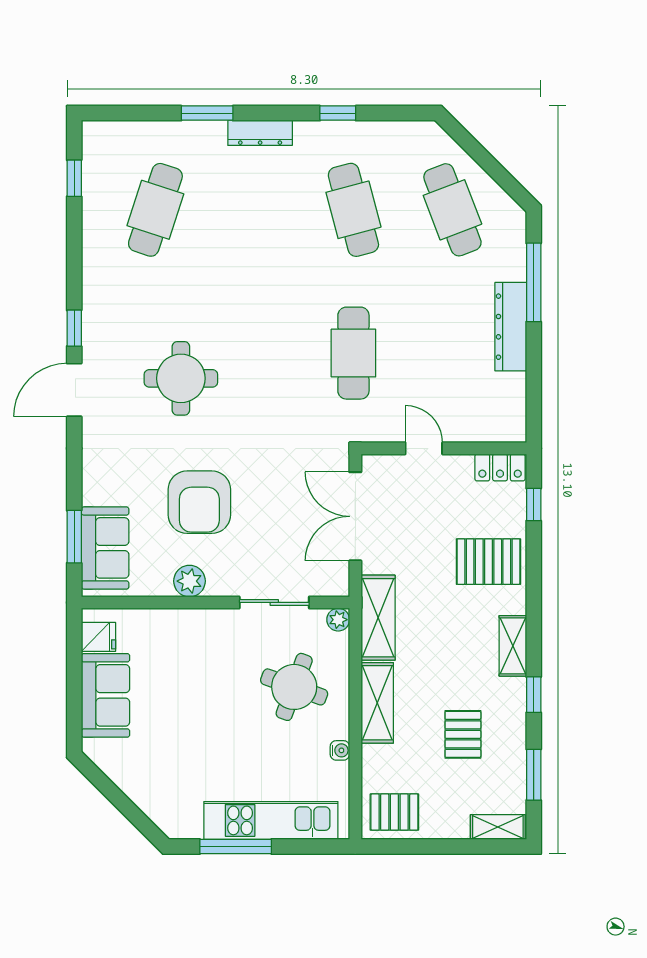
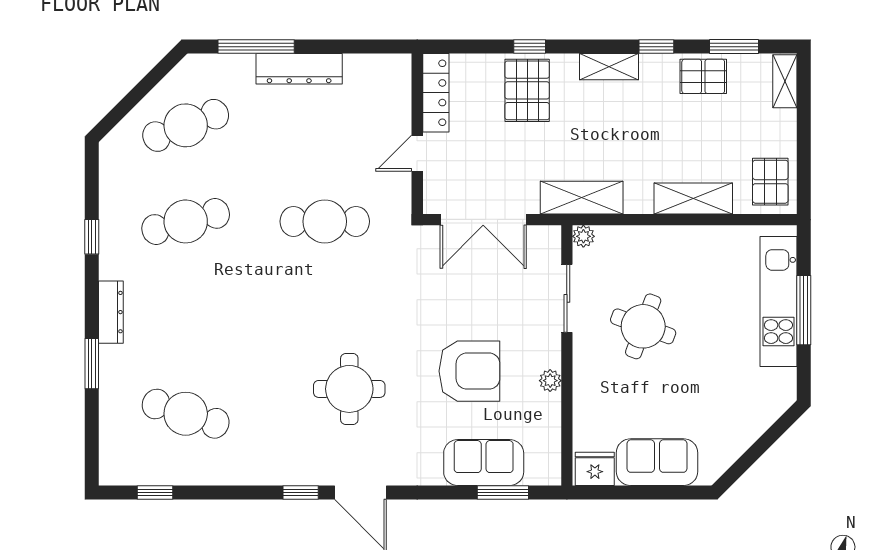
locker: (500, 468) -> (436, 93), width x1.53
window: (534, 505) -> (530, 47), moved
sofa: (105, 548) -> (484, 463), moved
plant: (189, 581) -> (550, 381), width x0.73, depth x0.73
fridge: (99, 637) -> (595, 469), width x1.38
round table: (294, 687) -> (643, 326), moved
shelving: (377, 703) -> (693, 198), moved
pallet: (463, 734) -> (703, 76), moved
water cooler: (340, 750) -> (710, 235), removed
window: (236, 847) -> (804, 310), moved

